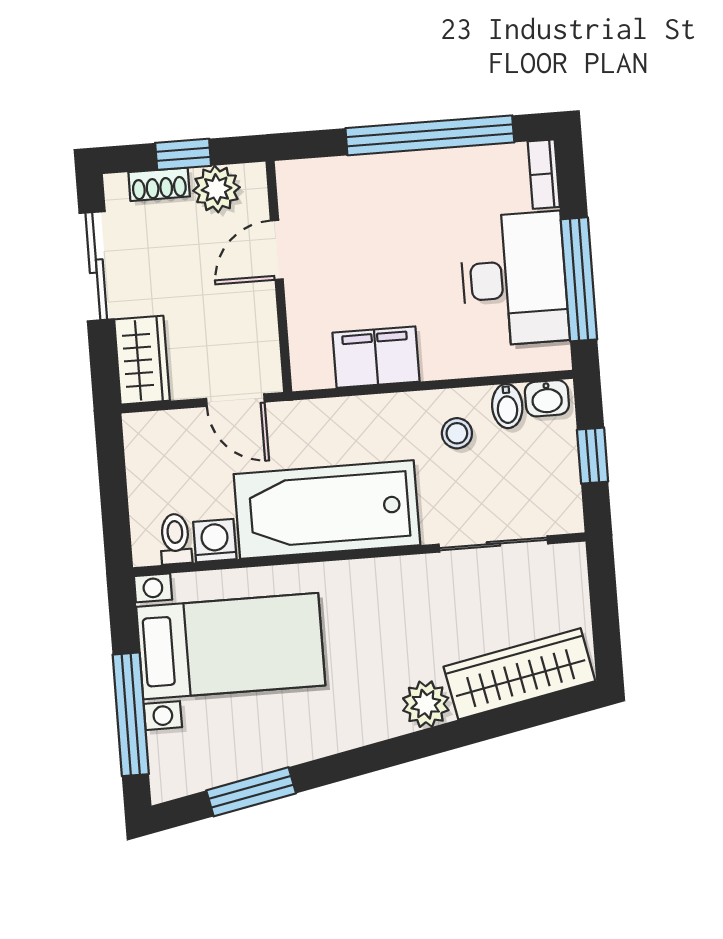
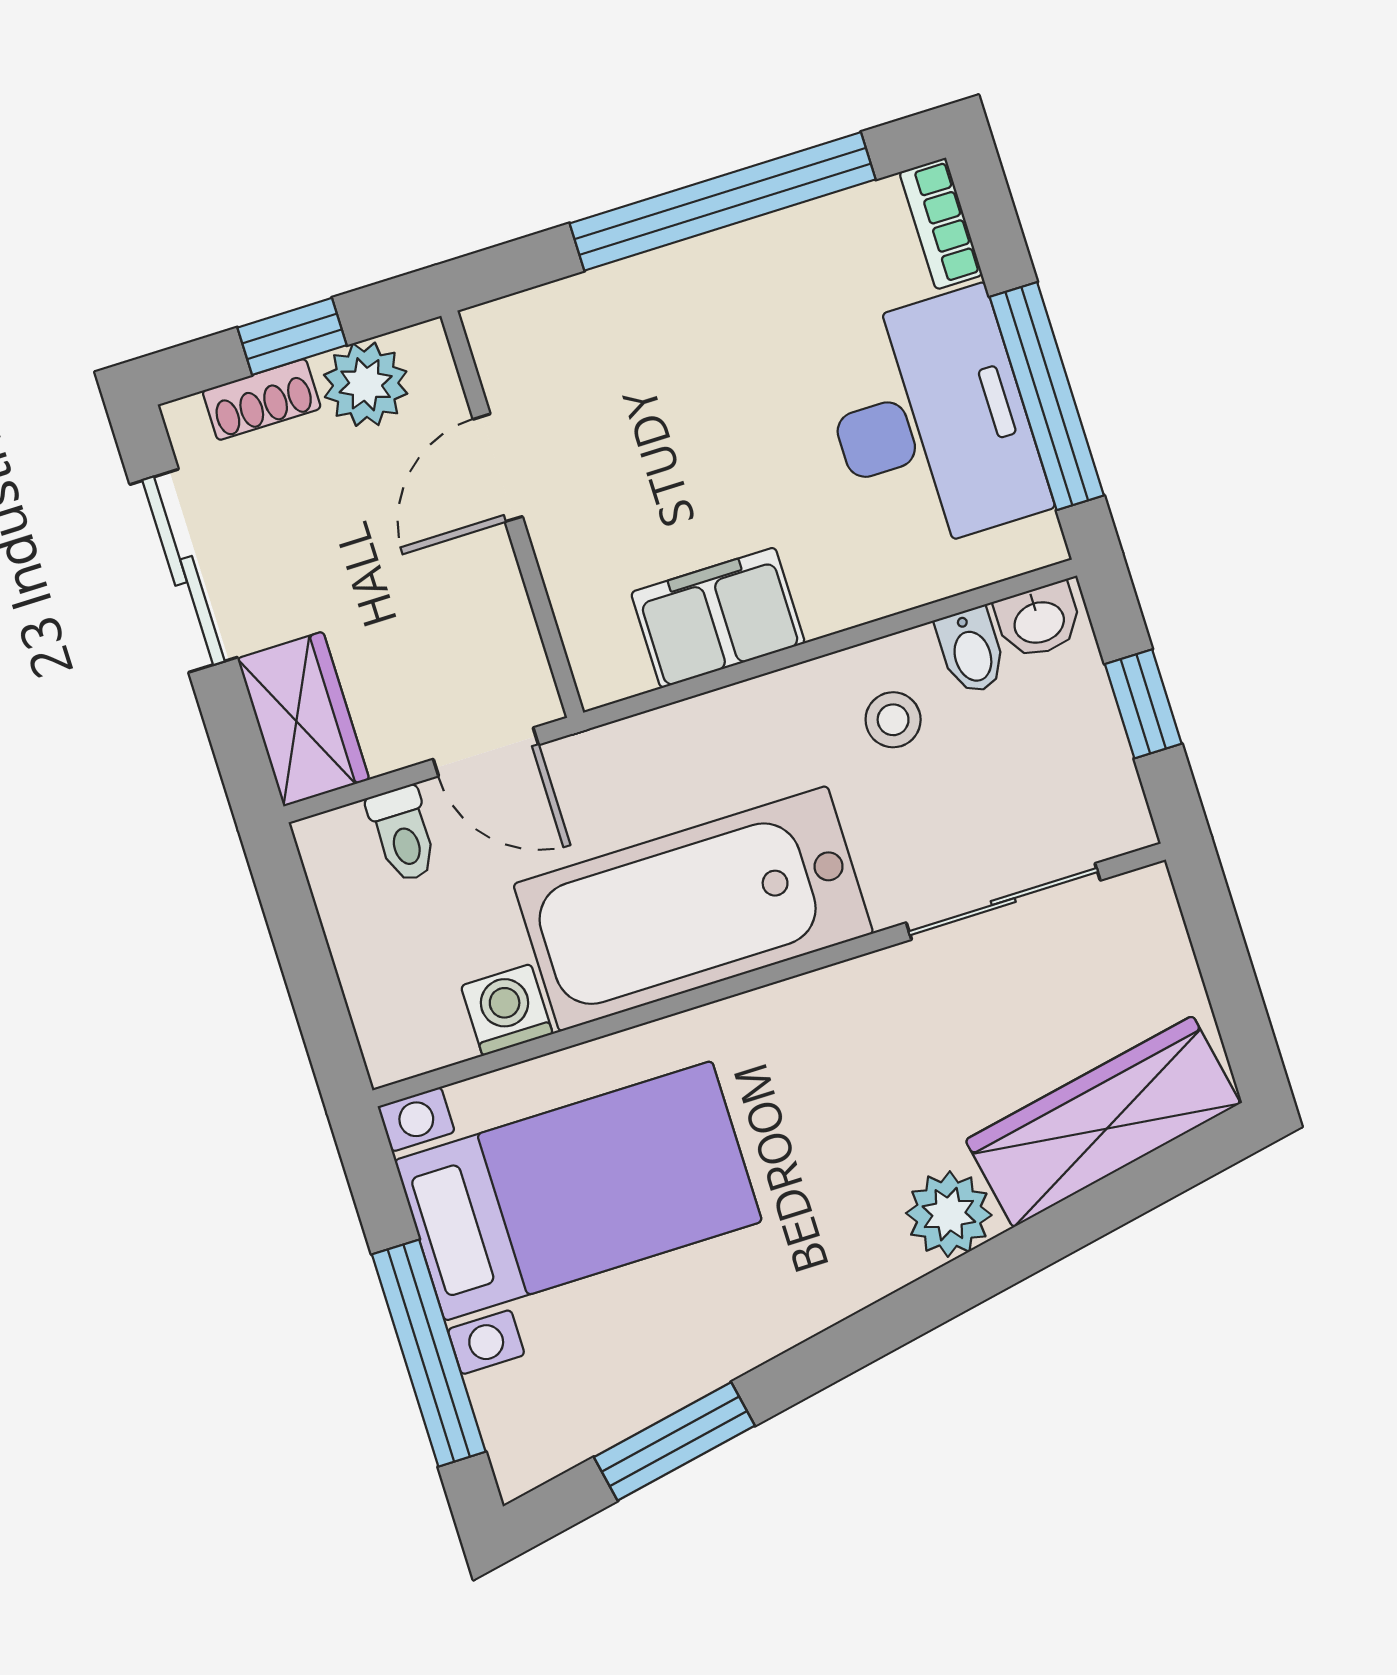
toilet: (175, 539) -> (403, 834), moved, turned 180

